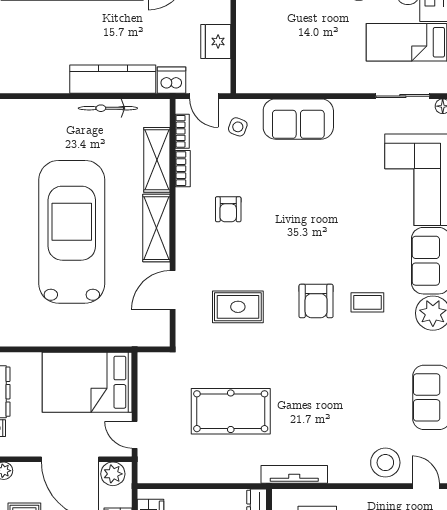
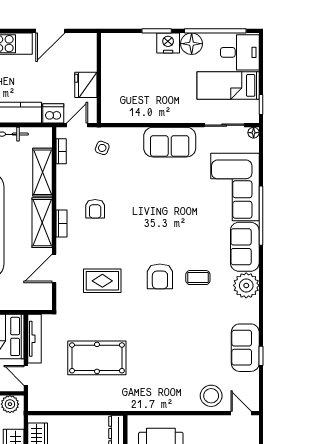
door: (204, 96) -> (77, 125), swing flipped
sofa: (298, 119) -> (170, 142), moved
bookcase: (183, 169) -> (61, 224), moved
tv unit: (294, 474) -> (35, 339), moved, turned 90

